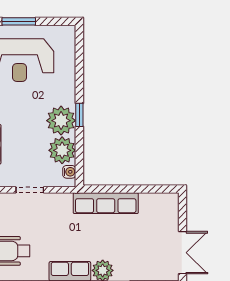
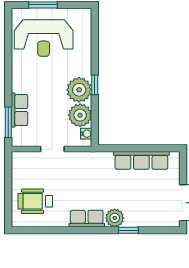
row of seats: (106, 203) -> (141, 160), moved

